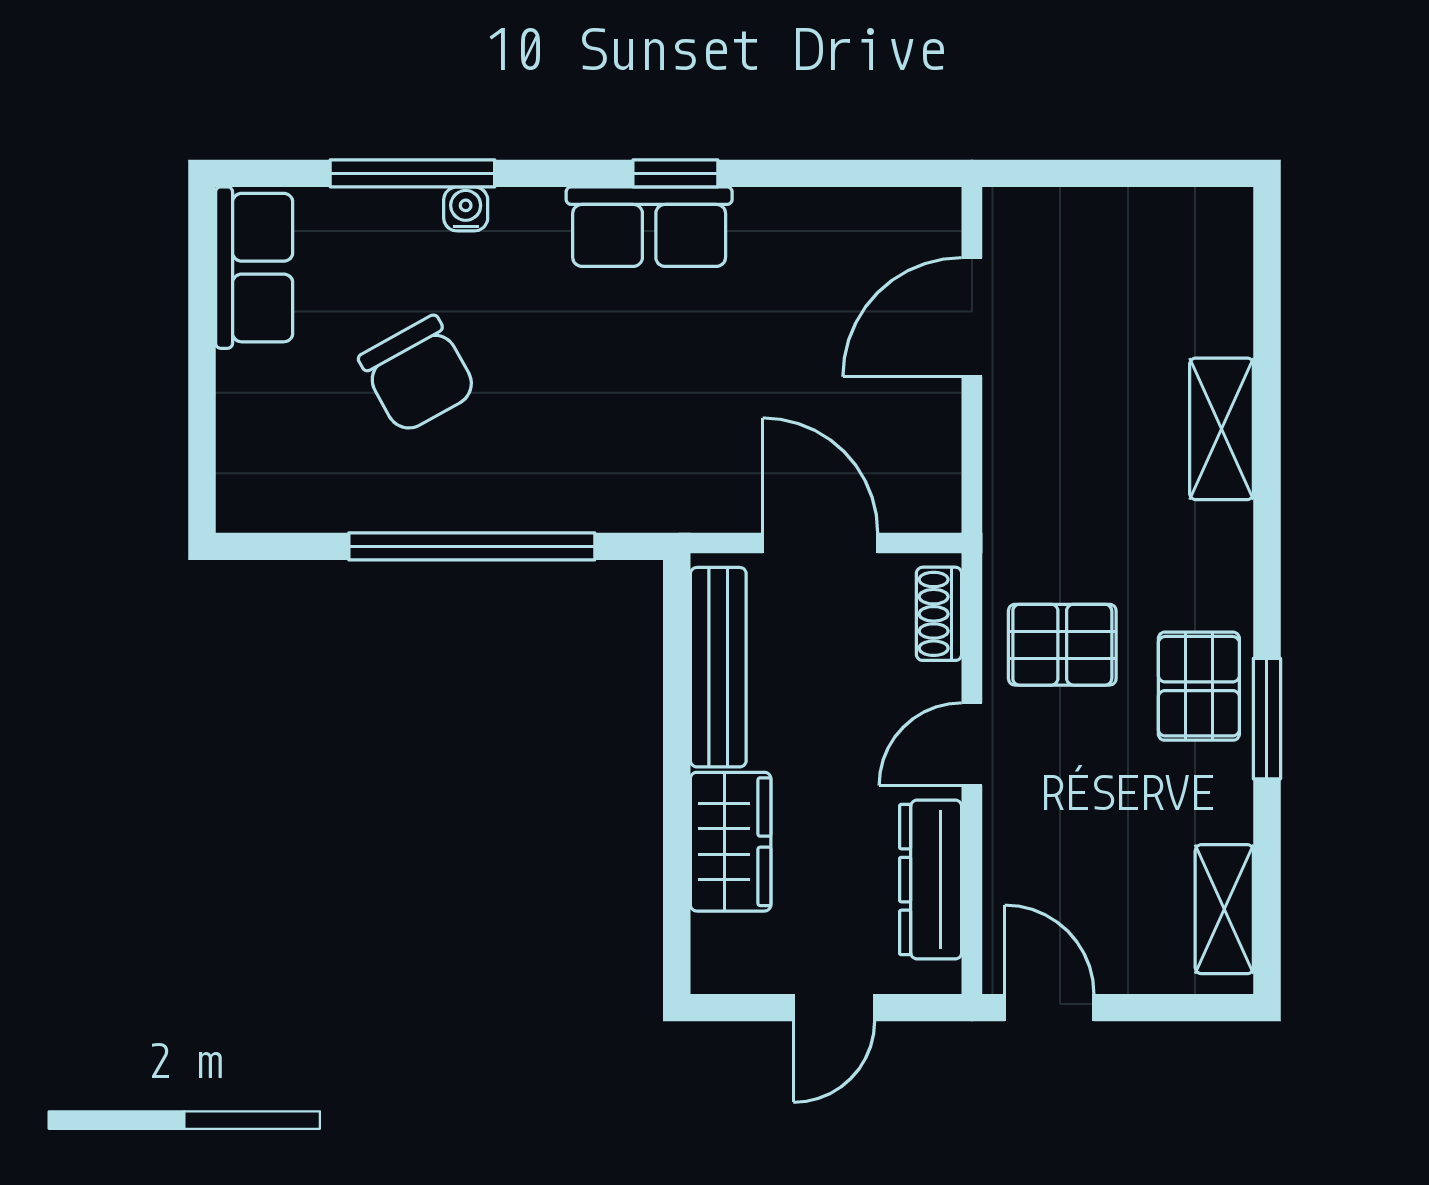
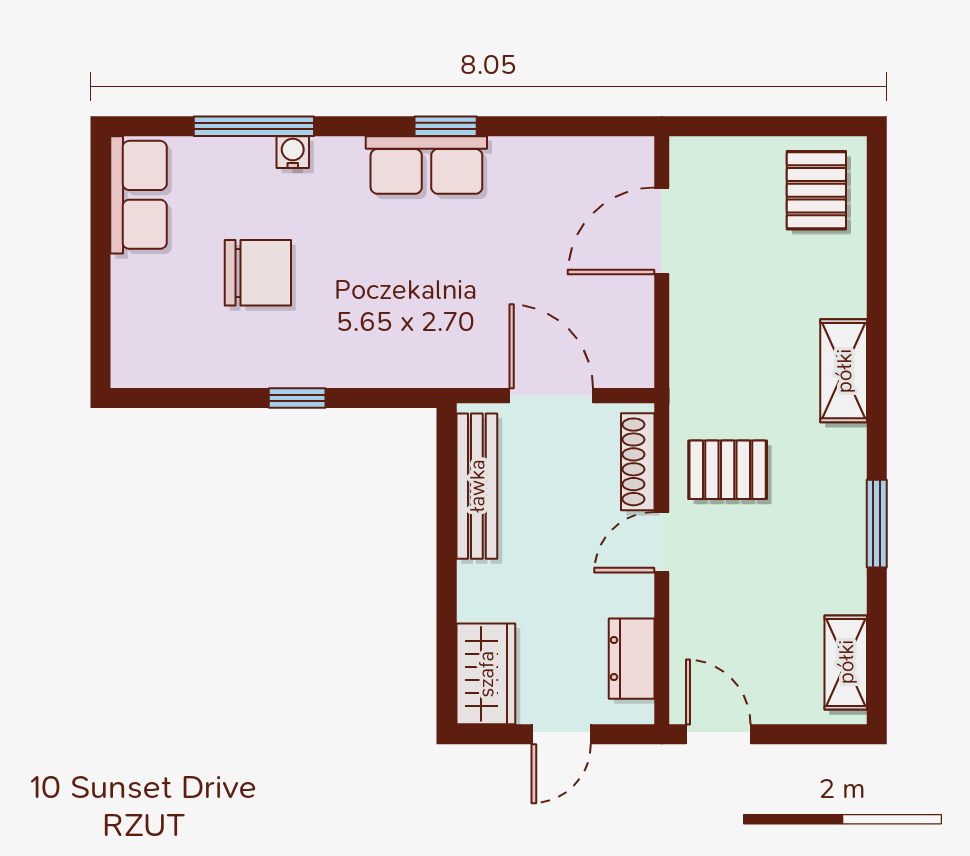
chair: (418, 375) -> (258, 273), turned -61
shelving: (1221, 429) -> (844, 371), moved
window: (472, 546) -> (297, 398), width x0.32
shoe rack: (939, 614) -> (638, 462), width x1.43
pallet: (1199, 686) -> (816, 190), moved
wardrobe: (731, 842) -> (486, 674), moved
dresser: (931, 880) -> (632, 659), width x0.70

